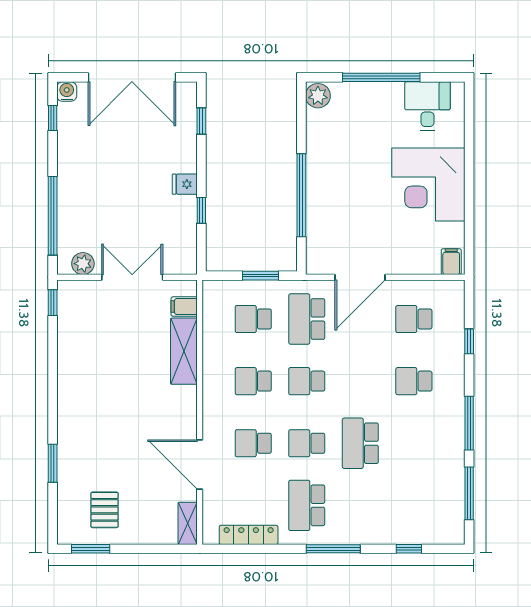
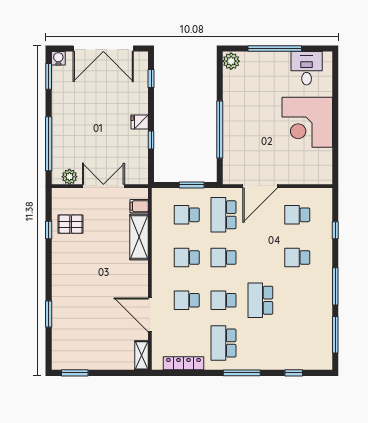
window: (53, 118) -> (49, 76), width x1.50
filing cabinet: (451, 262) -> (323, 175), removed
window: (53, 303) -> (49, 230), moved
pallet: (104, 510) -> (71, 224), moved, turned 90

